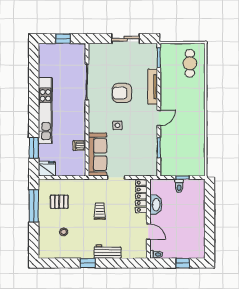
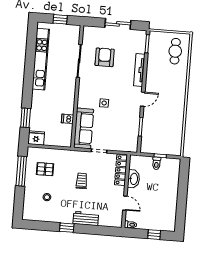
armchair: (122, 93) -> (105, 57), moved, turned 90
kitchen unit: (45, 111) -> (41, 59), moved

